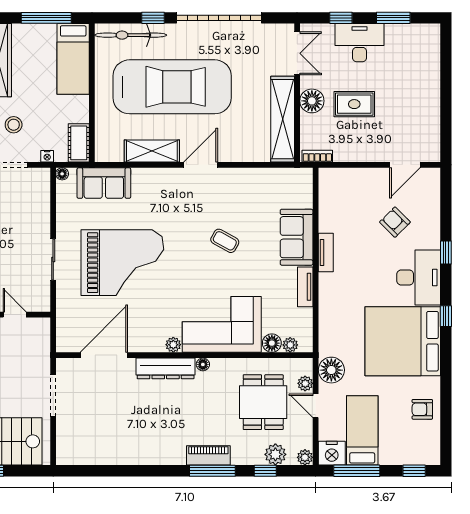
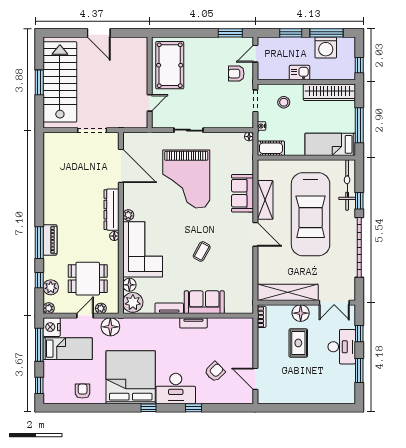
sofa: (104, 183) -> (243, 193), moved
plant: (290, 345) -> (133, 302), width x1.87, depth x1.87

